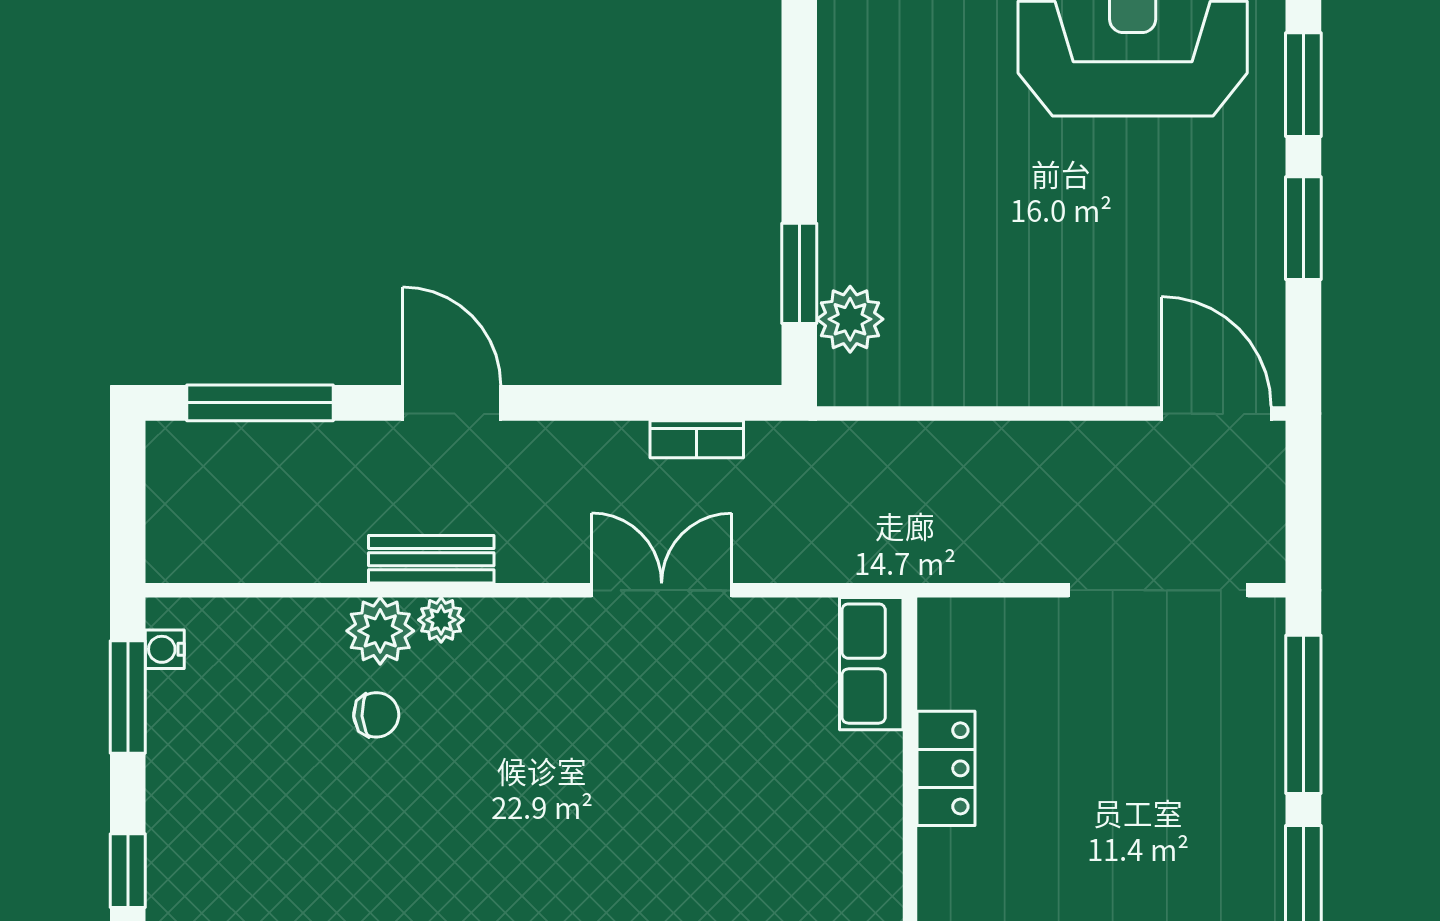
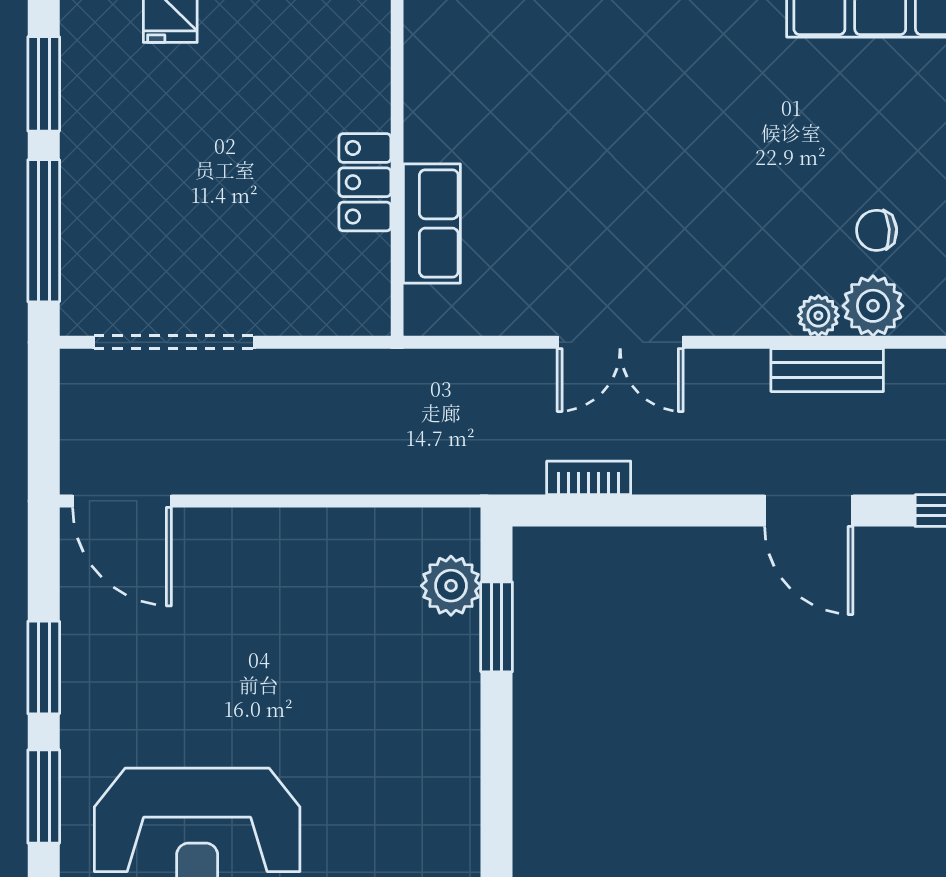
row of seats: (871, 664) -> (432, 223), moved

